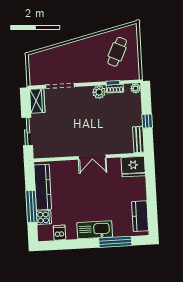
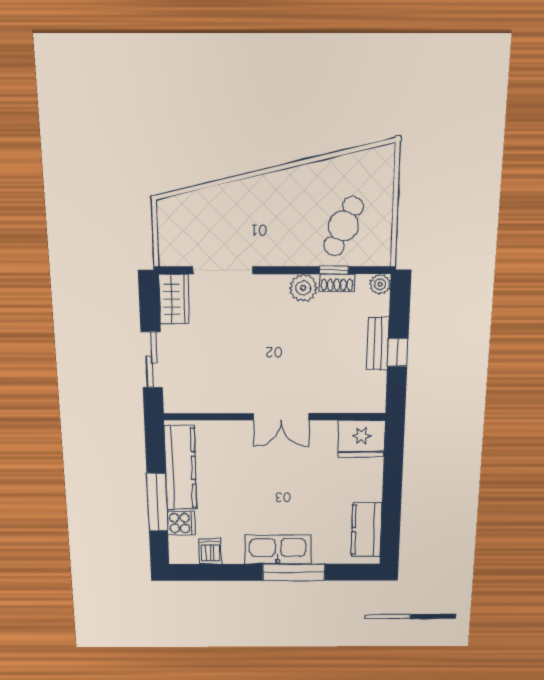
cafe table: (117, 52) -> (343, 226), moved
bench: (138, 140) -> (378, 344), moved
window: (115, 242) -> (294, 572), moved

